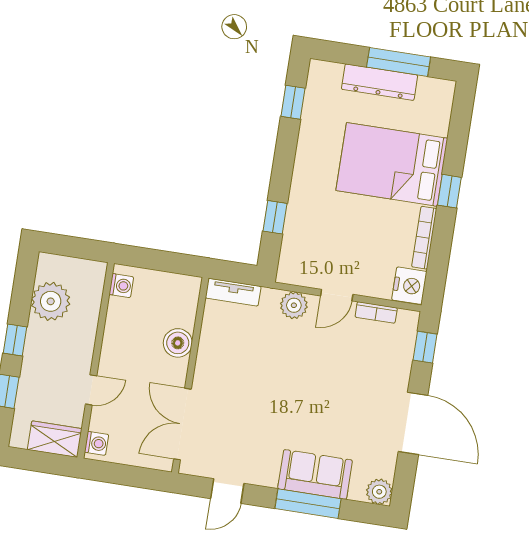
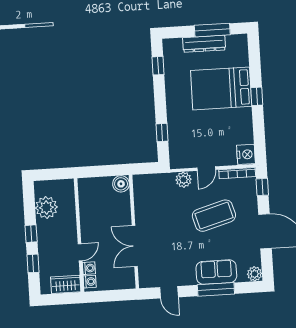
bookcase: (424, 238) -> (248, 126), removed
washing machine: (121, 286) -> (89, 268), moved
tv unit: (233, 292) -> (148, 180), removed
bookcase: (376, 312) -> (237, 173), width x1.56
boiler: (178, 343) -> (121, 184), moved
coffee table: (332, 378) -> (214, 216), added
double door: (183, 424) -> (135, 246), moved
door: (227, 491) -> (169, 292), hinge flipped

